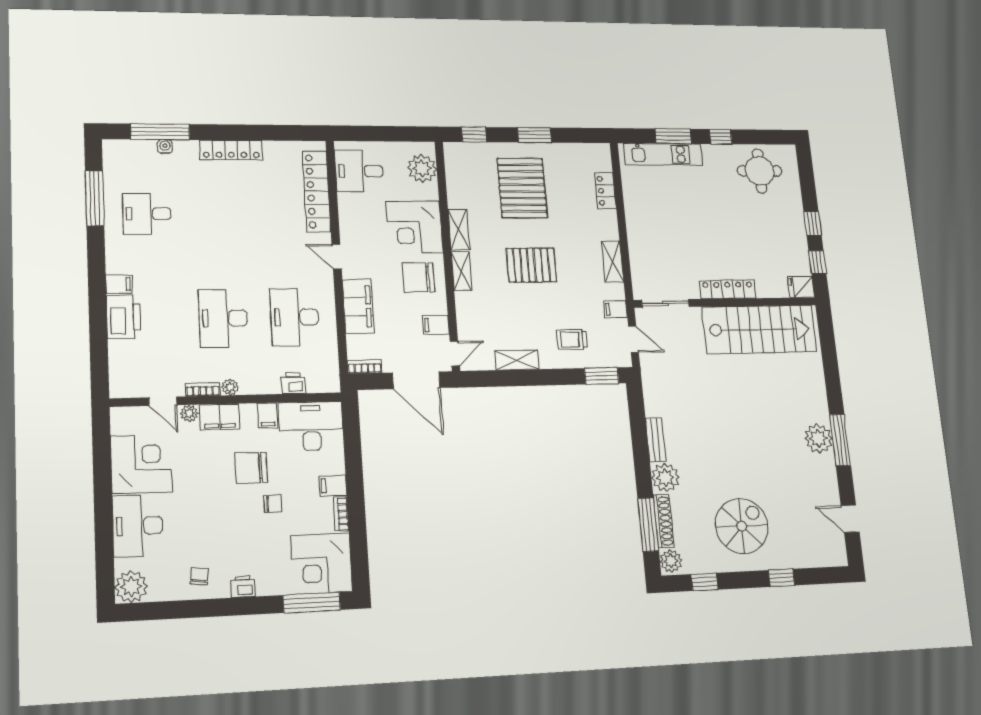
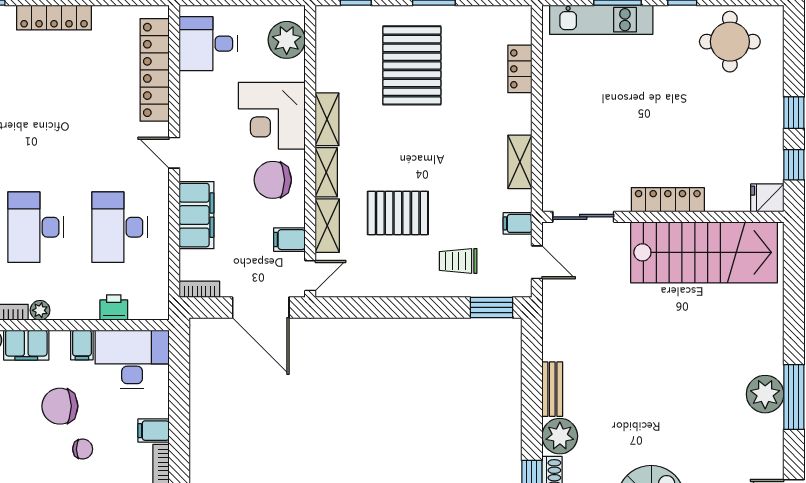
pallet: (531, 265) -> (398, 213), moved
shelving: (517, 360) -> (327, 226), moved, turned 90

